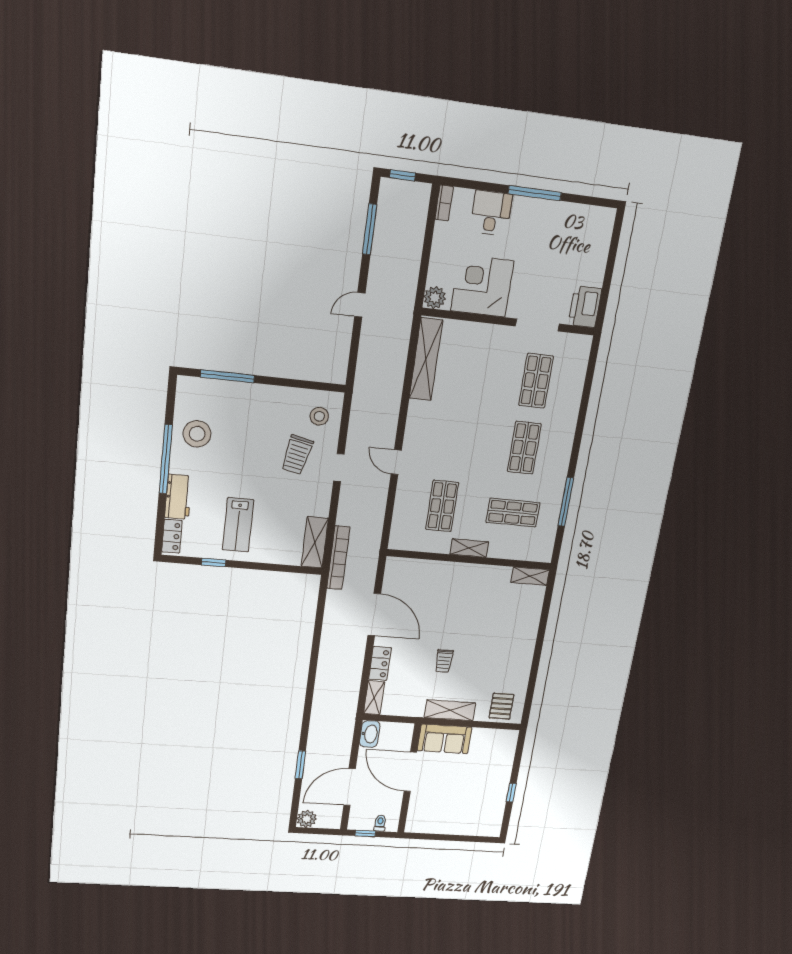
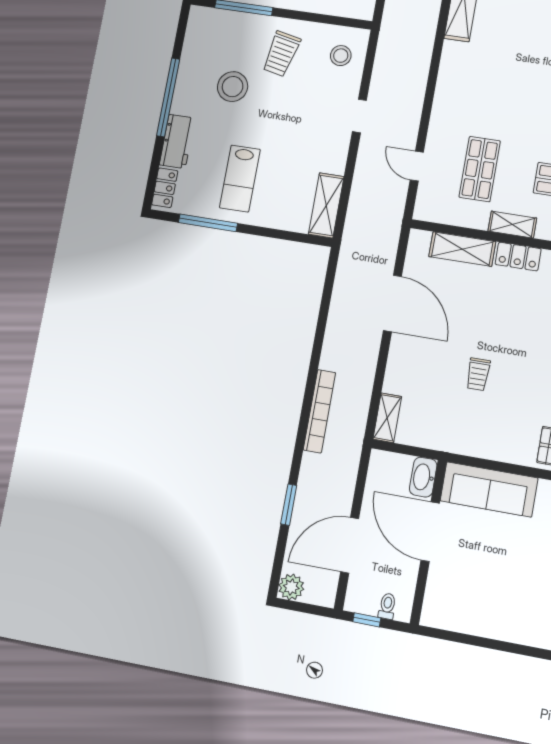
stool: (197, 434) -> (233, 87), moved
trolley: (297, 455) -> (281, 54), moved
door: (396, 462) -> (417, 166), moved
bookcase: (338, 558) -> (319, 411), moved
window: (214, 563) -> (208, 223), width x2.17
locker: (380, 663) -> (518, 257), moved, turned 90
shelving: (450, 710) -> (462, 249), moved
washbasin: (370, 734) -> (423, 477), moved, turned 180
sofa: (445, 739) -> (489, 489), width x1.36

